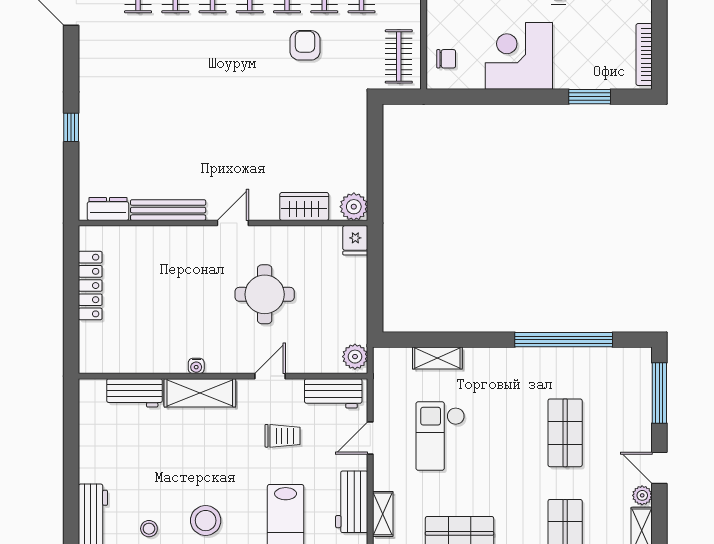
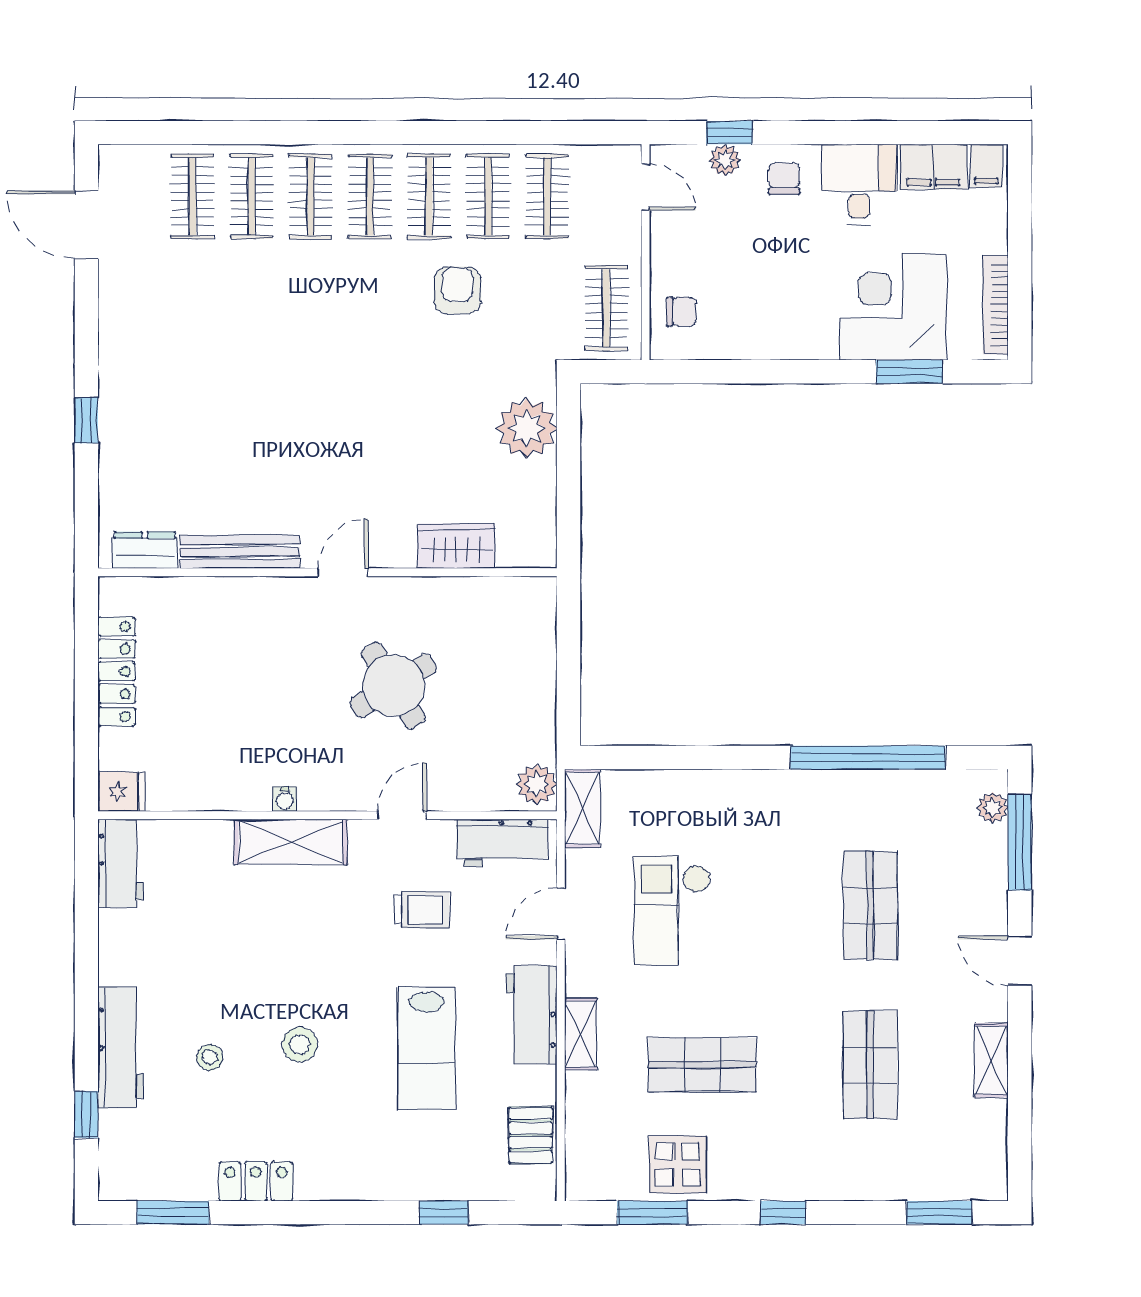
corner desk: (519, 56) -> (893, 307), moved
plant: (354, 207) -> (527, 428), moved, width x1.36, depth x1.36
fridge: (355, 240) -> (121, 792), moved, turned -90
round table: (265, 294) -> (393, 685), turned -32
shelving: (437, 358) -> (582, 808), moved, turned 90
workbench: (134, 393) -> (121, 863), moved, turned -90
plant: (642, 495) -> (993, 808), moved
stool: (206, 521) -> (300, 1044), width x0.73, depth x0.73

